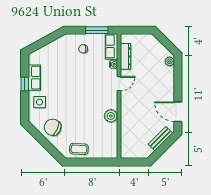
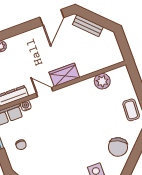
wardrobe: (127, 105) -> (64, 75), added
plant: (111, 116) -> (102, 81), moved

